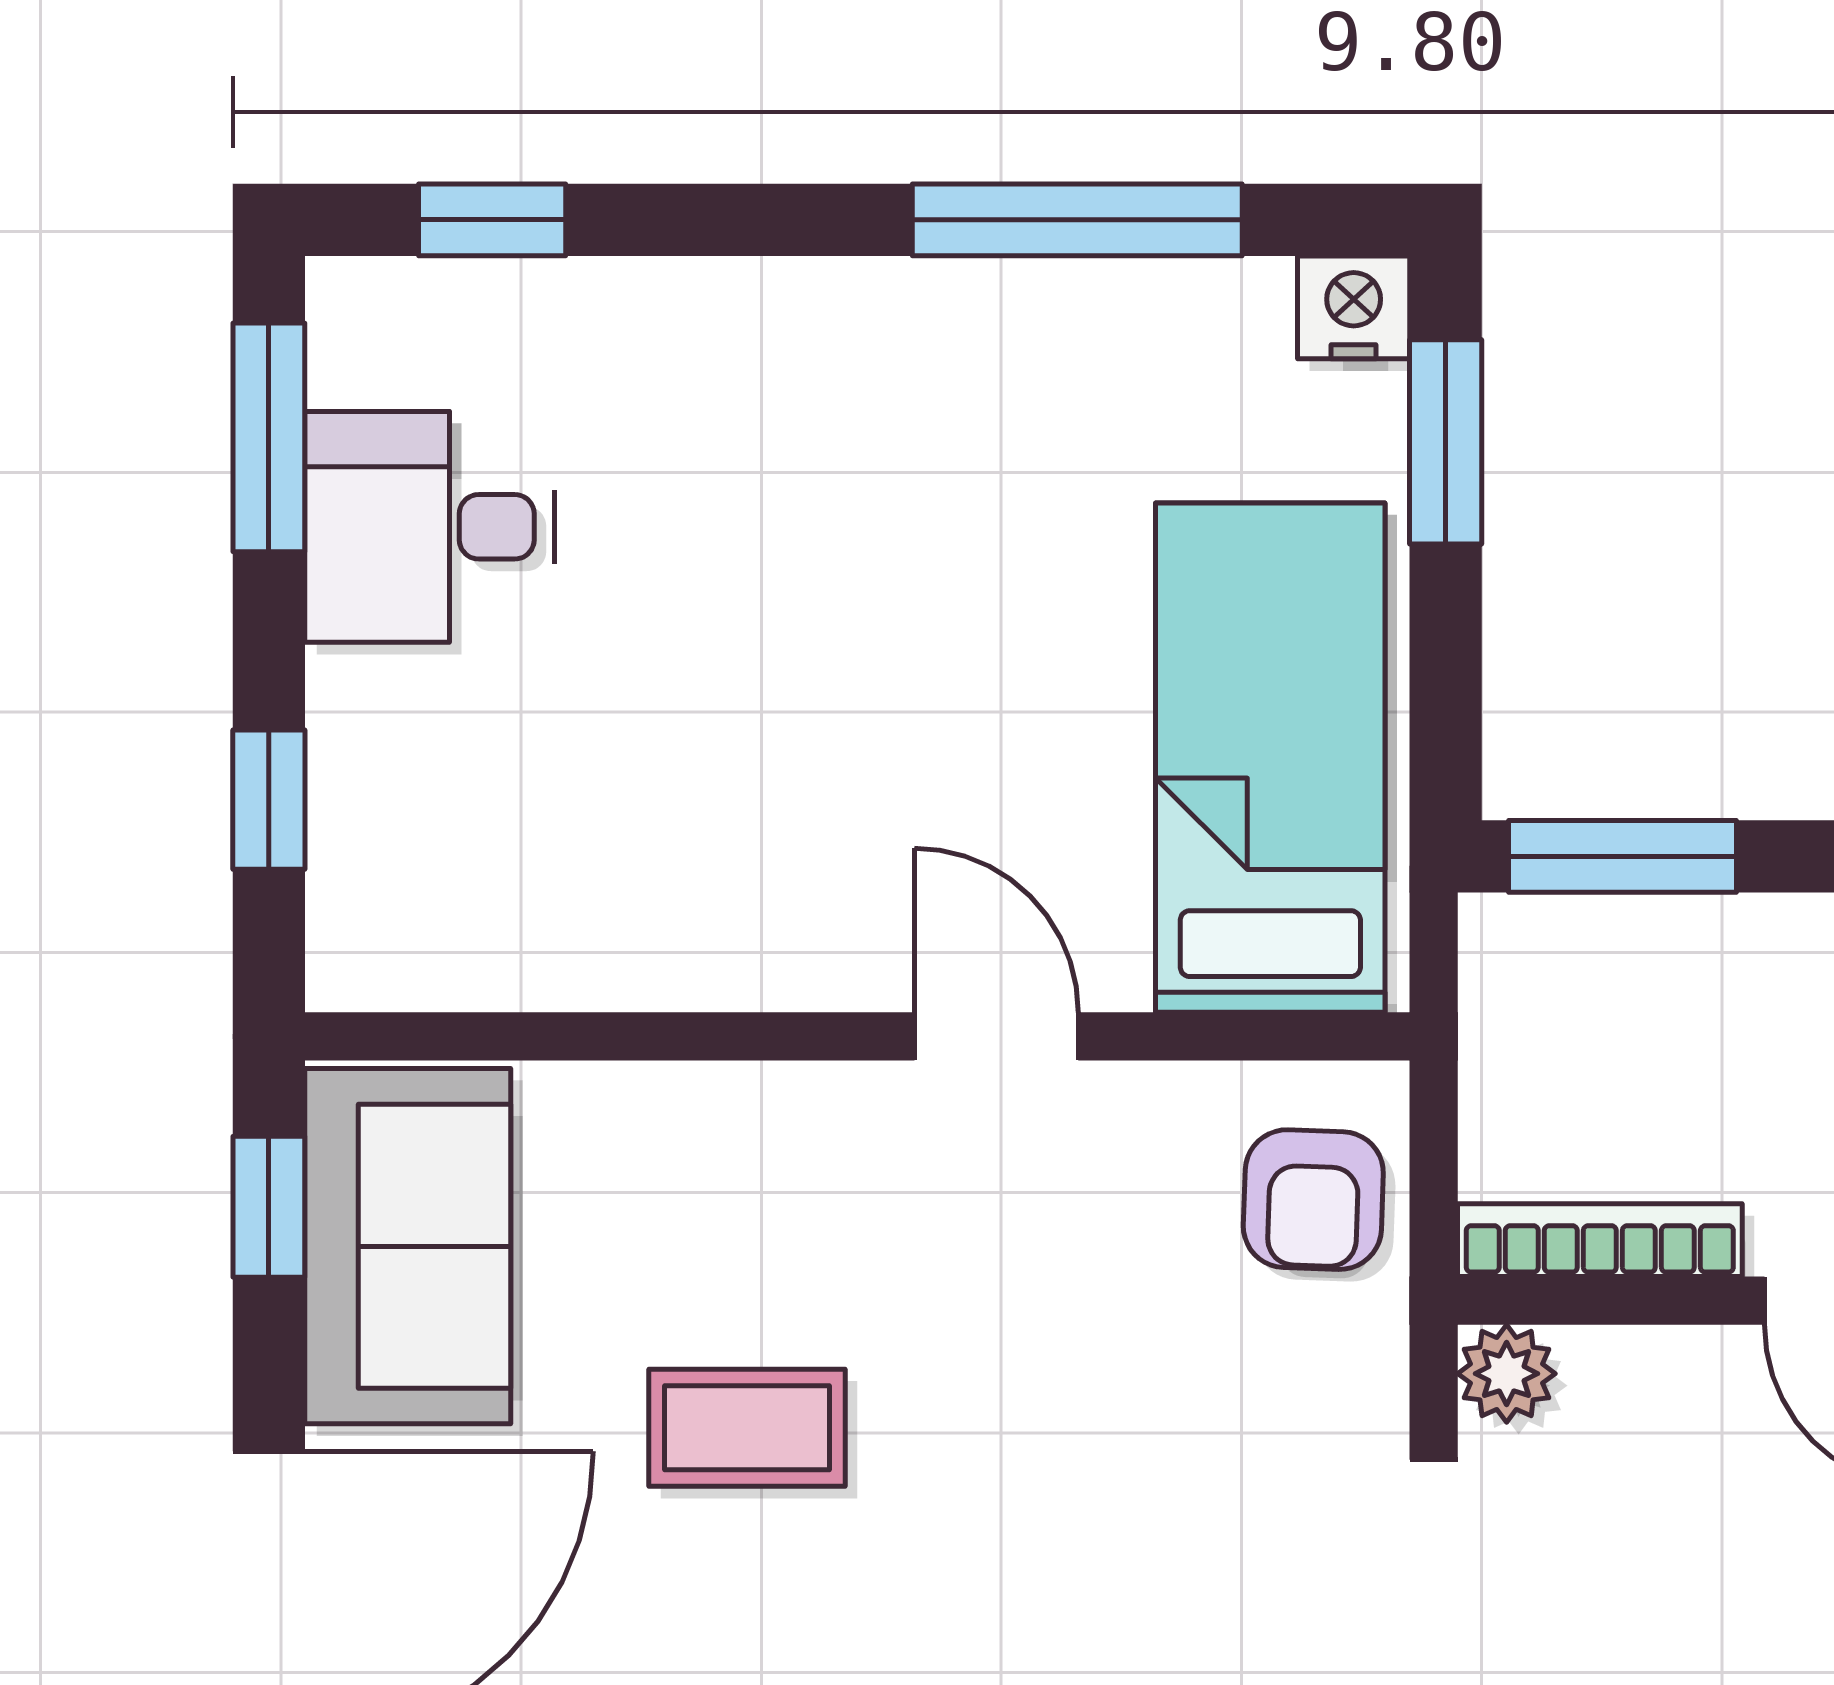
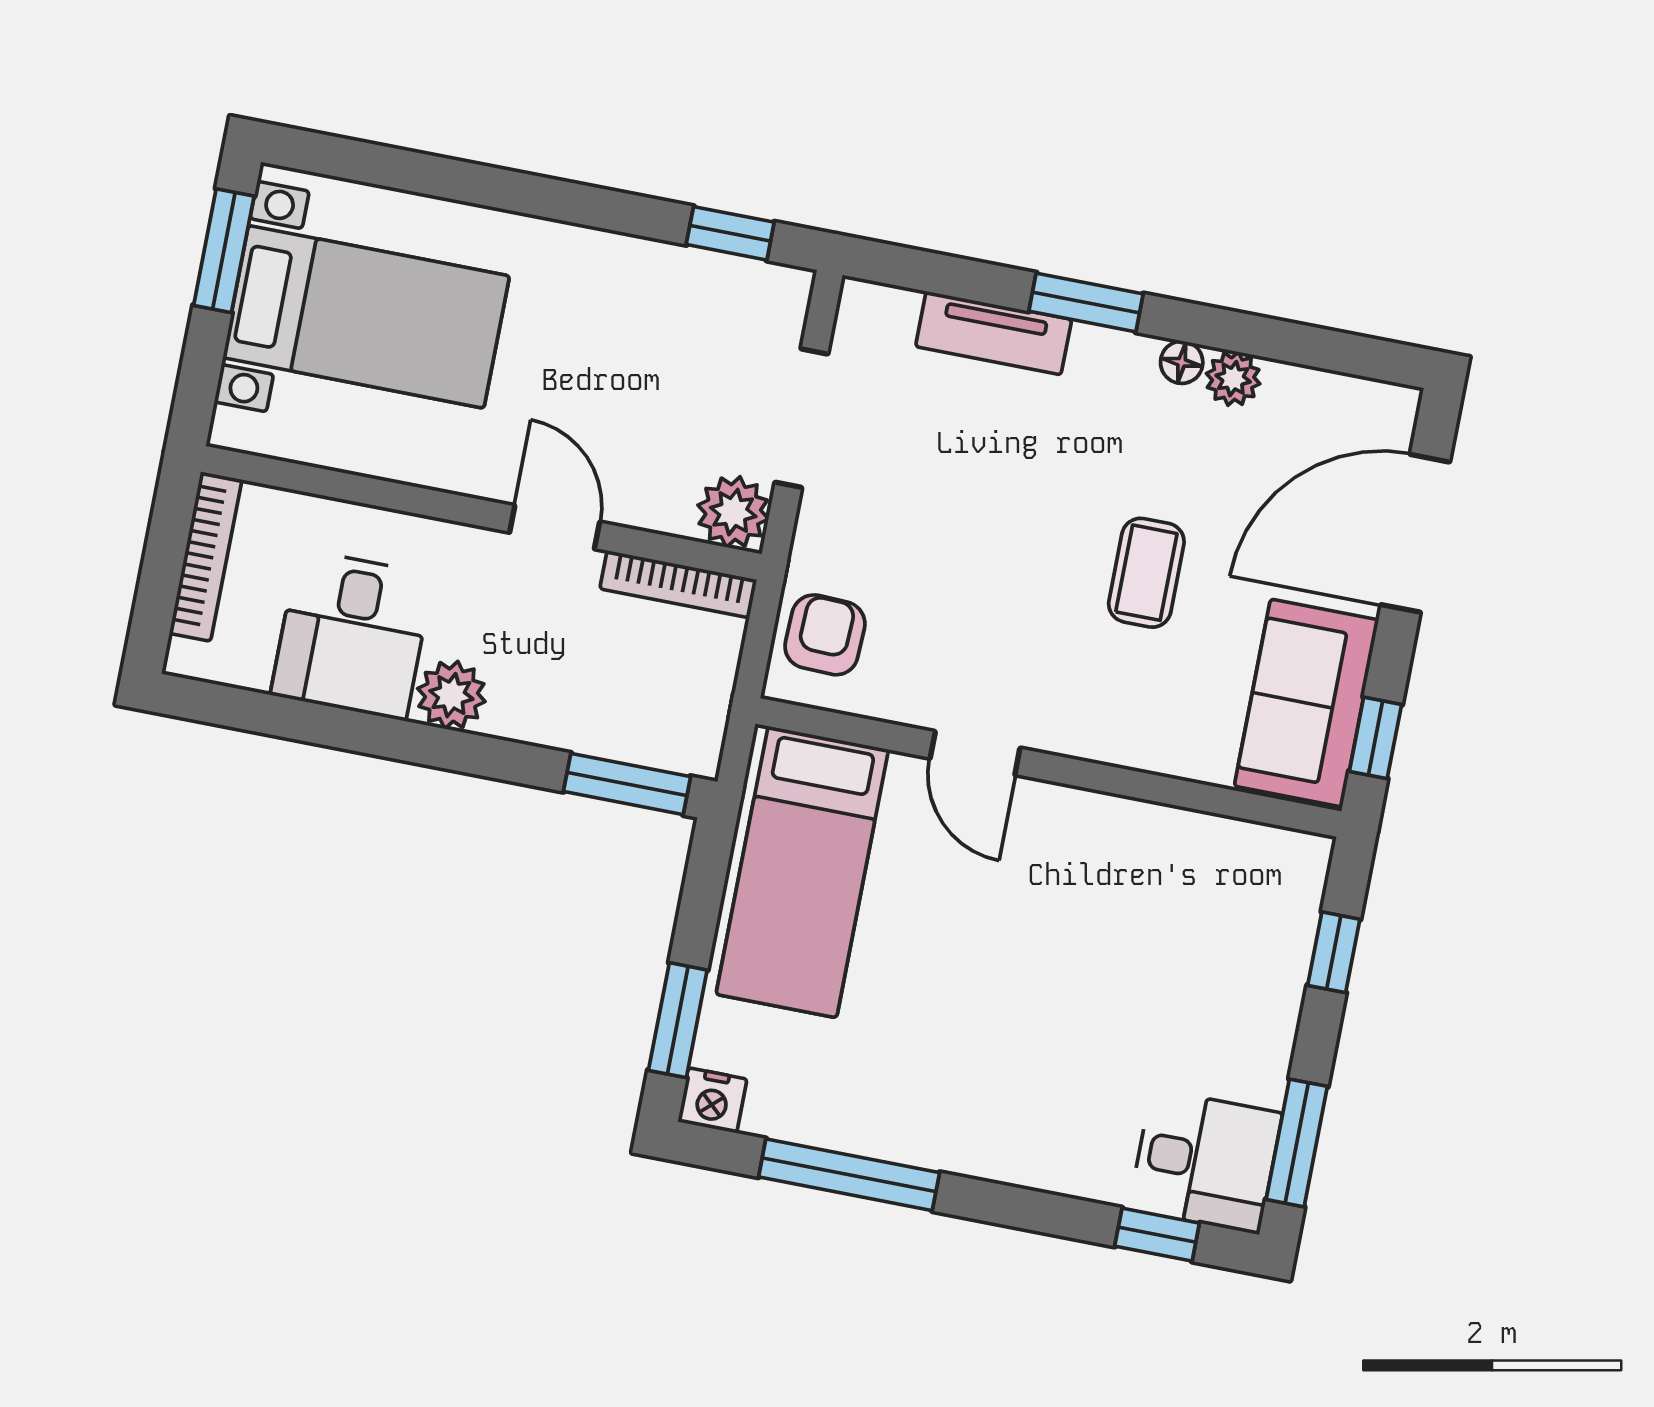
desk: (429, 527) -> (1205, 1161), moved
plant: (1507, 1374) -> (733, 512), width x1.38, depth x1.38
coffee table: (747, 1428) -> (1146, 573), turned 90

